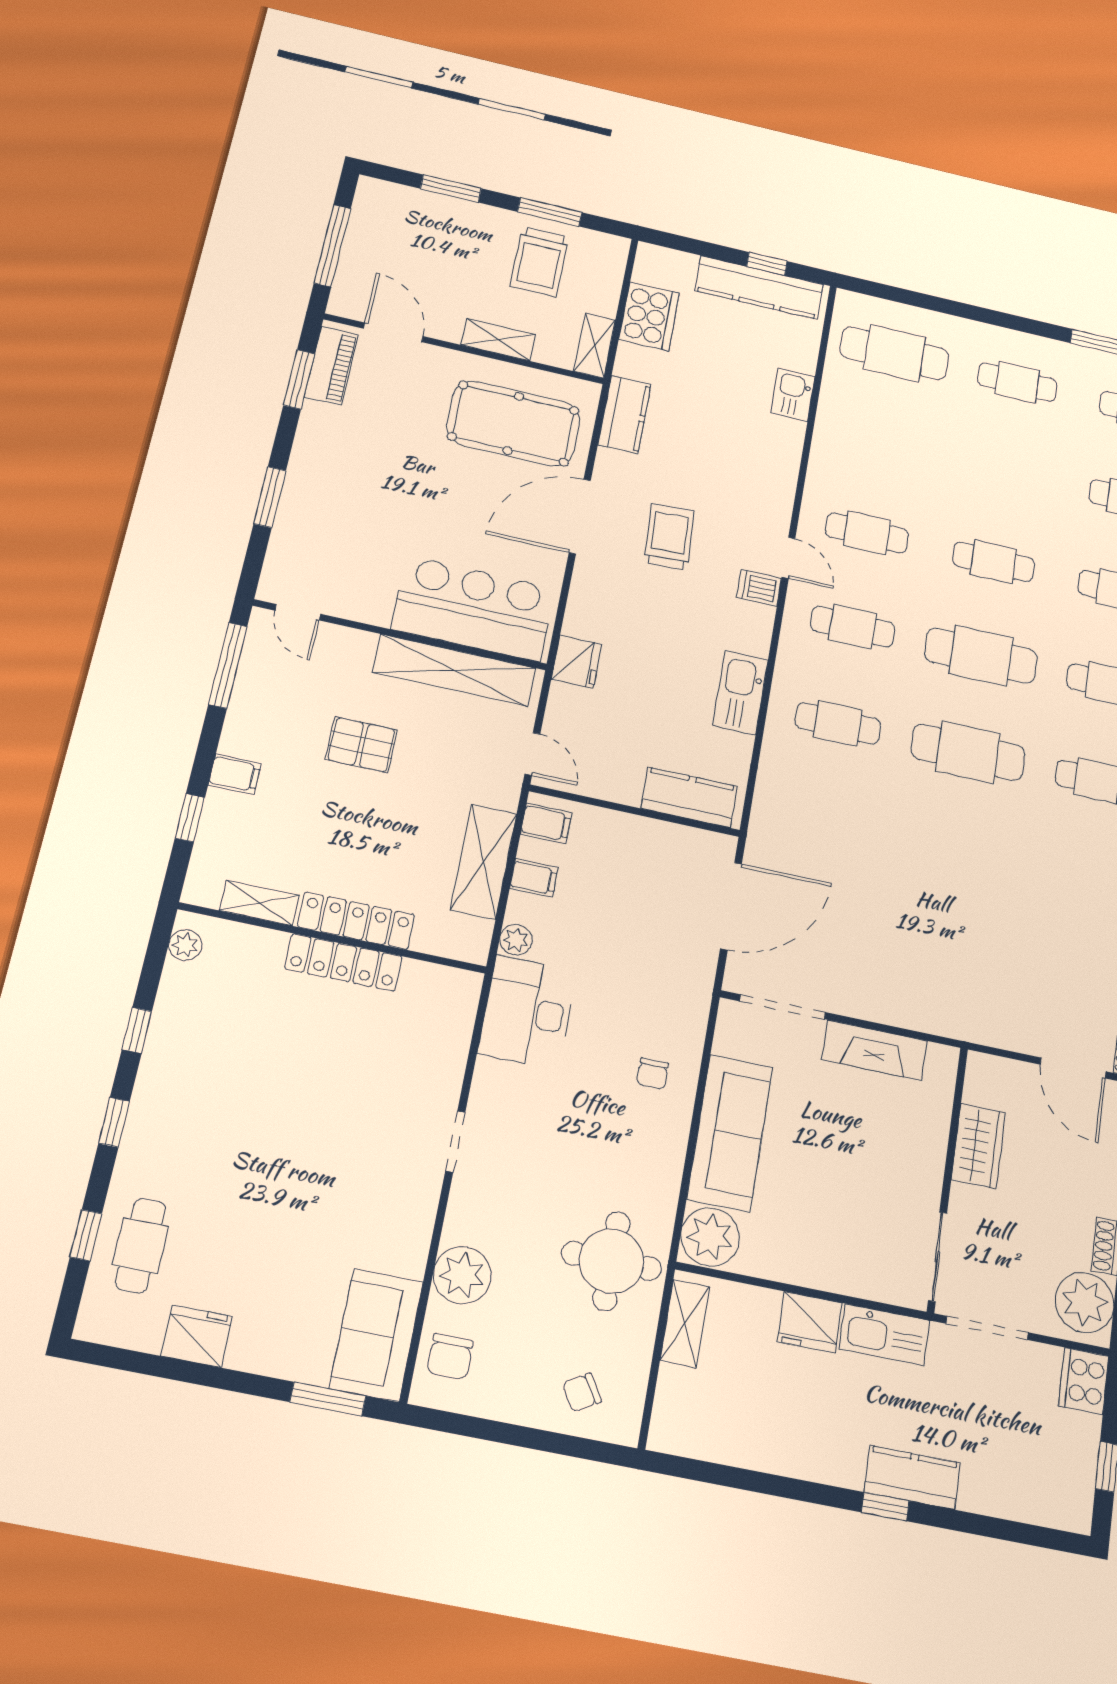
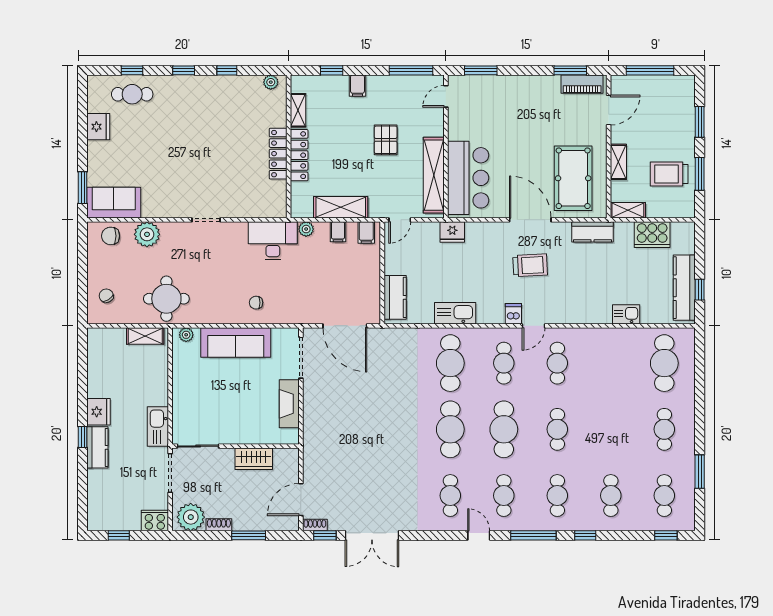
window: (270, 497) -> (481, 70), moved
cafe table: (838, 723) -> (450, 363), width x1.37, depth x1.35
plant: (710, 1237) -> (186, 335), width x0.53, depth x0.53
fridge: (810, 1322) -> (99, 412), moved, turned 180

